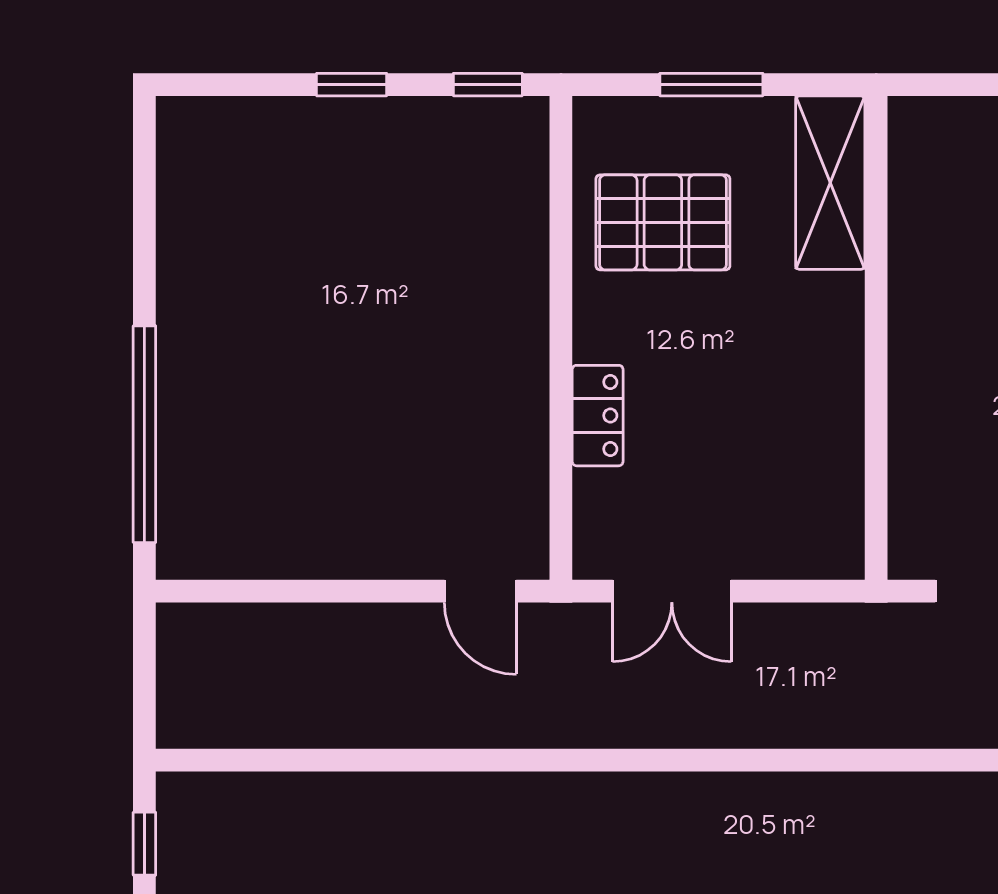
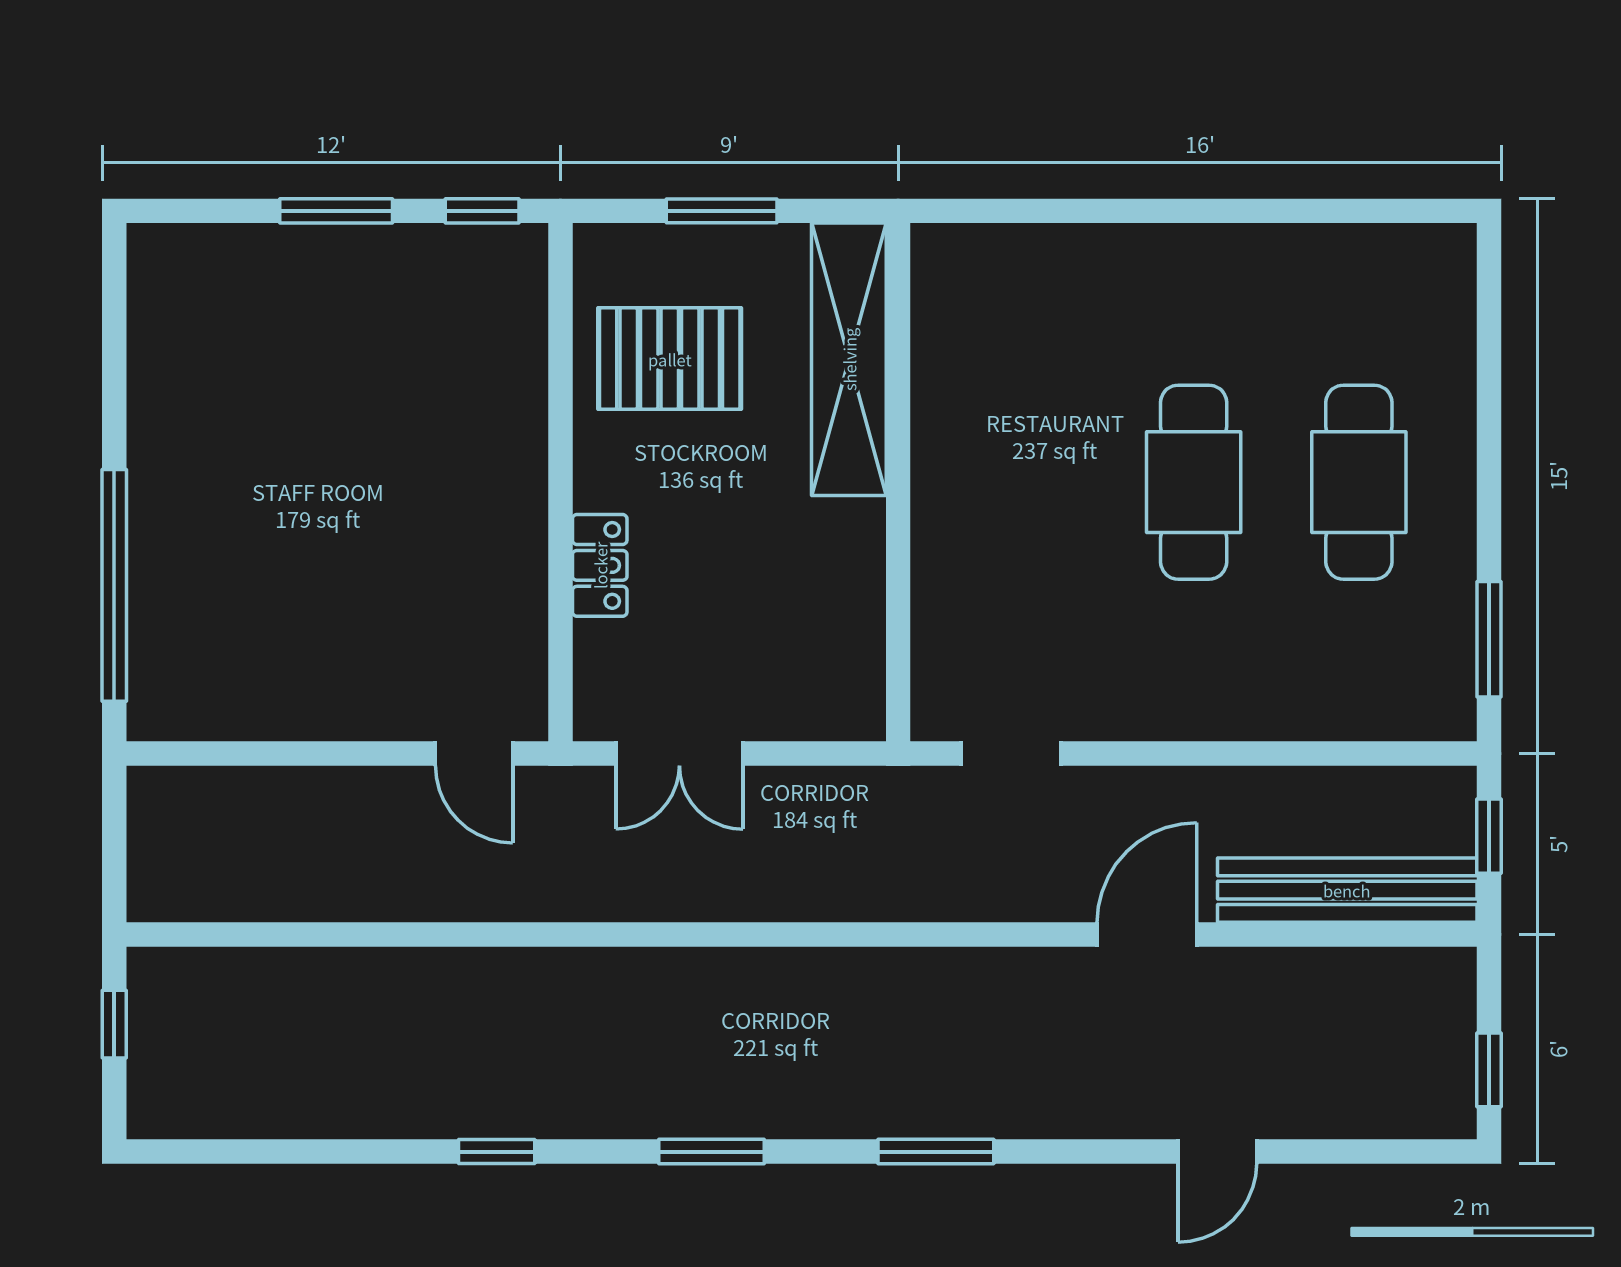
window: (352, 85) -> (336, 211), width x1.50
shelving: (830, 183) -> (849, 359), width x1.47

